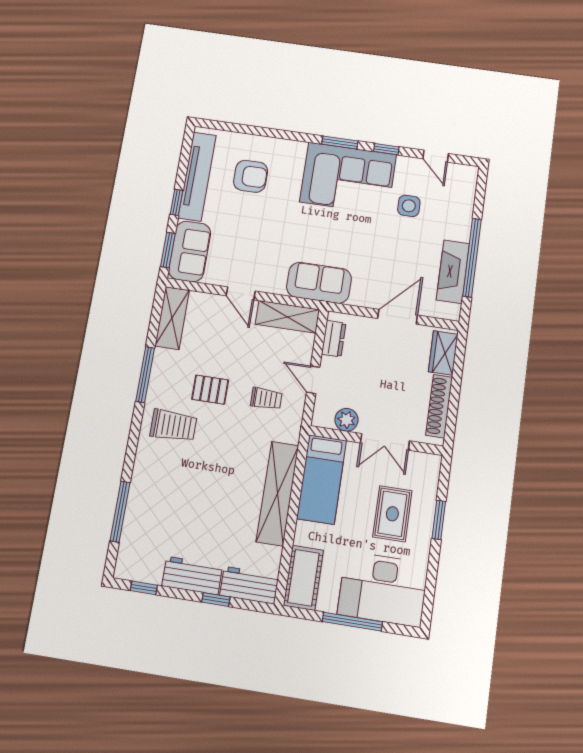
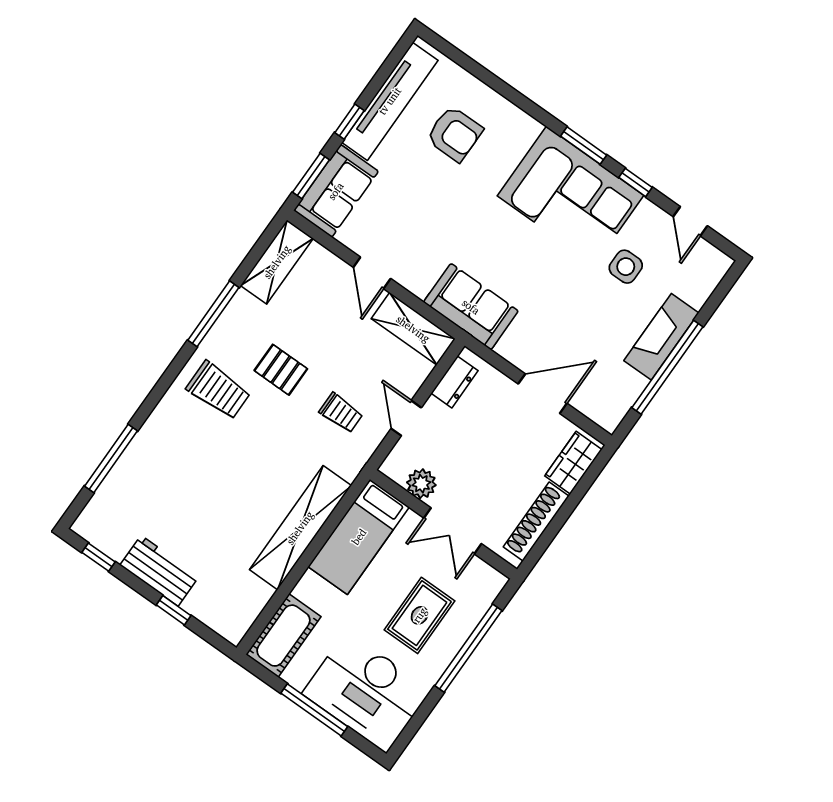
fireplace: (453, 272) -> (661, 337), moved
window: (439, 520) -> (468, 648), width x2.11
workbench: (249, 585) -> (219, 613), removed

